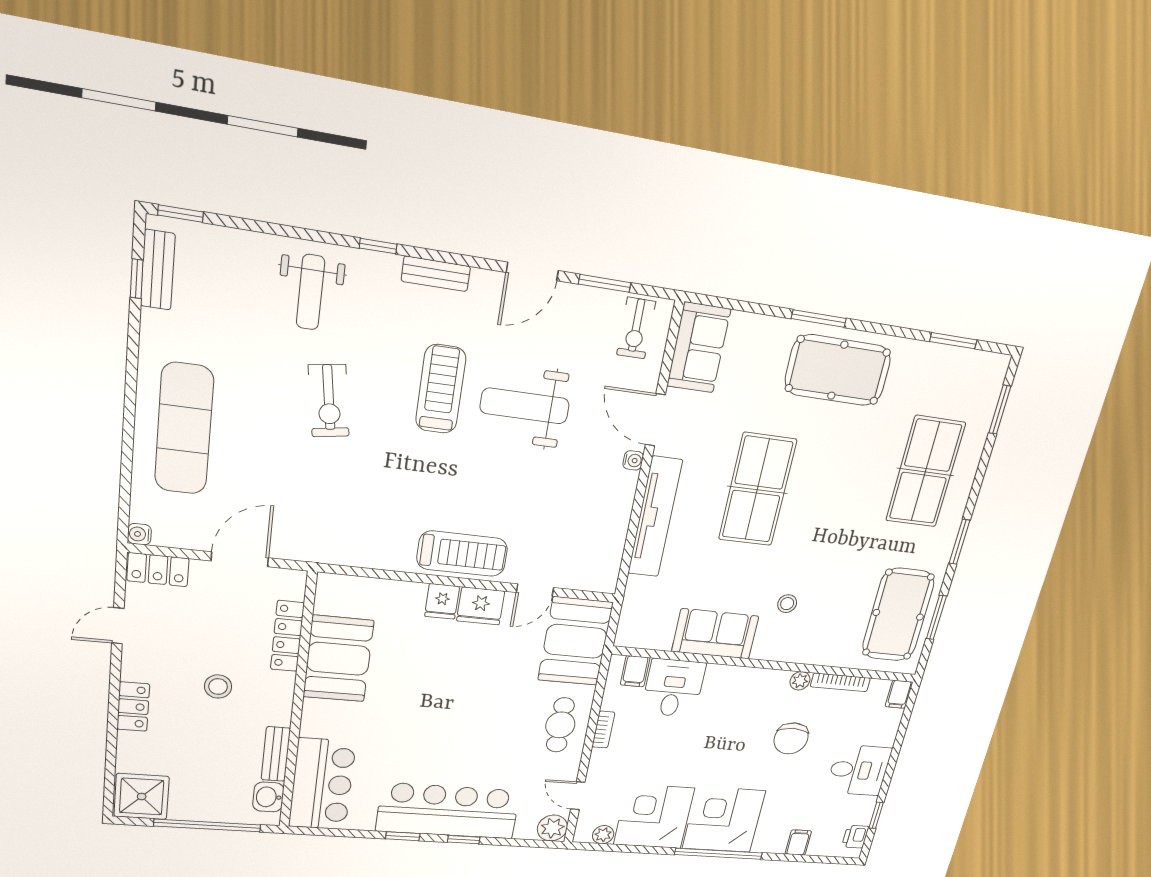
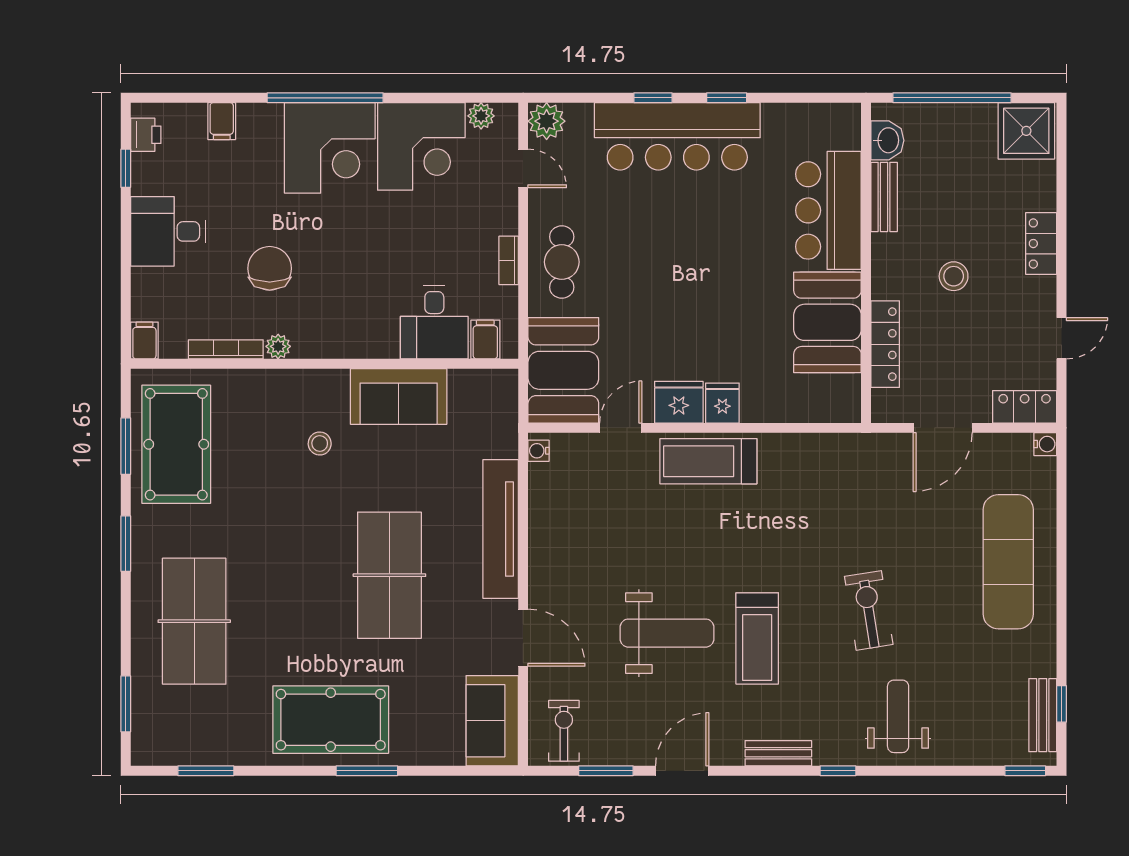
water cooler: (633, 460) -> (539, 451), moved
bar counter: (322, 784) -> (828, 210), moved

